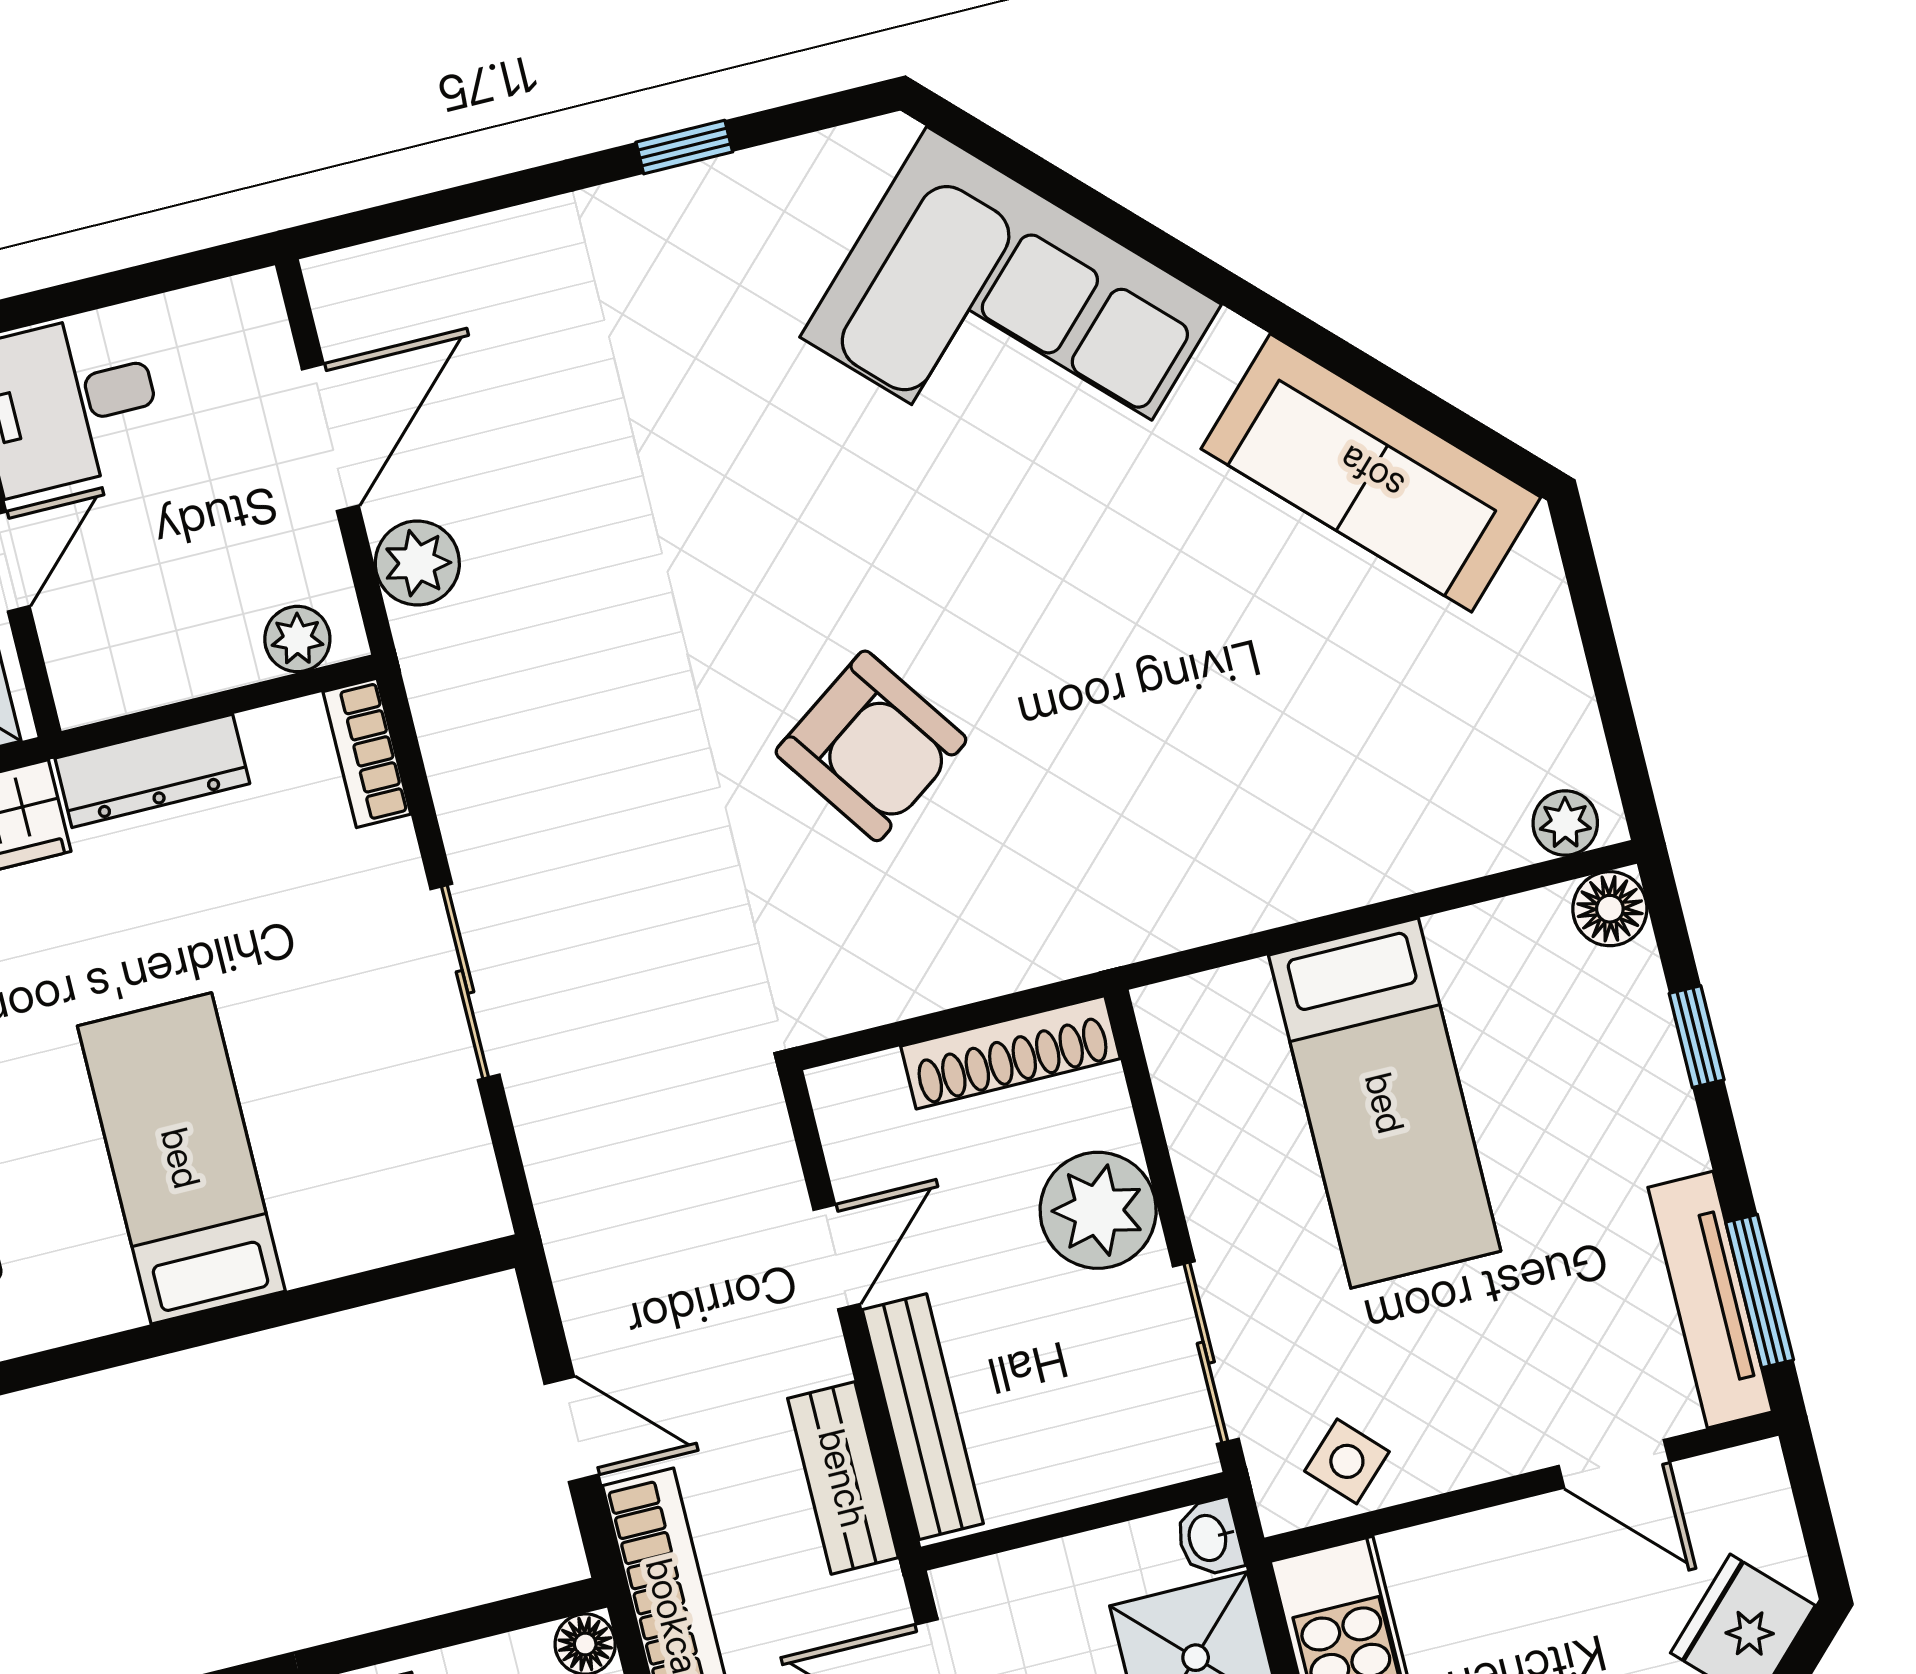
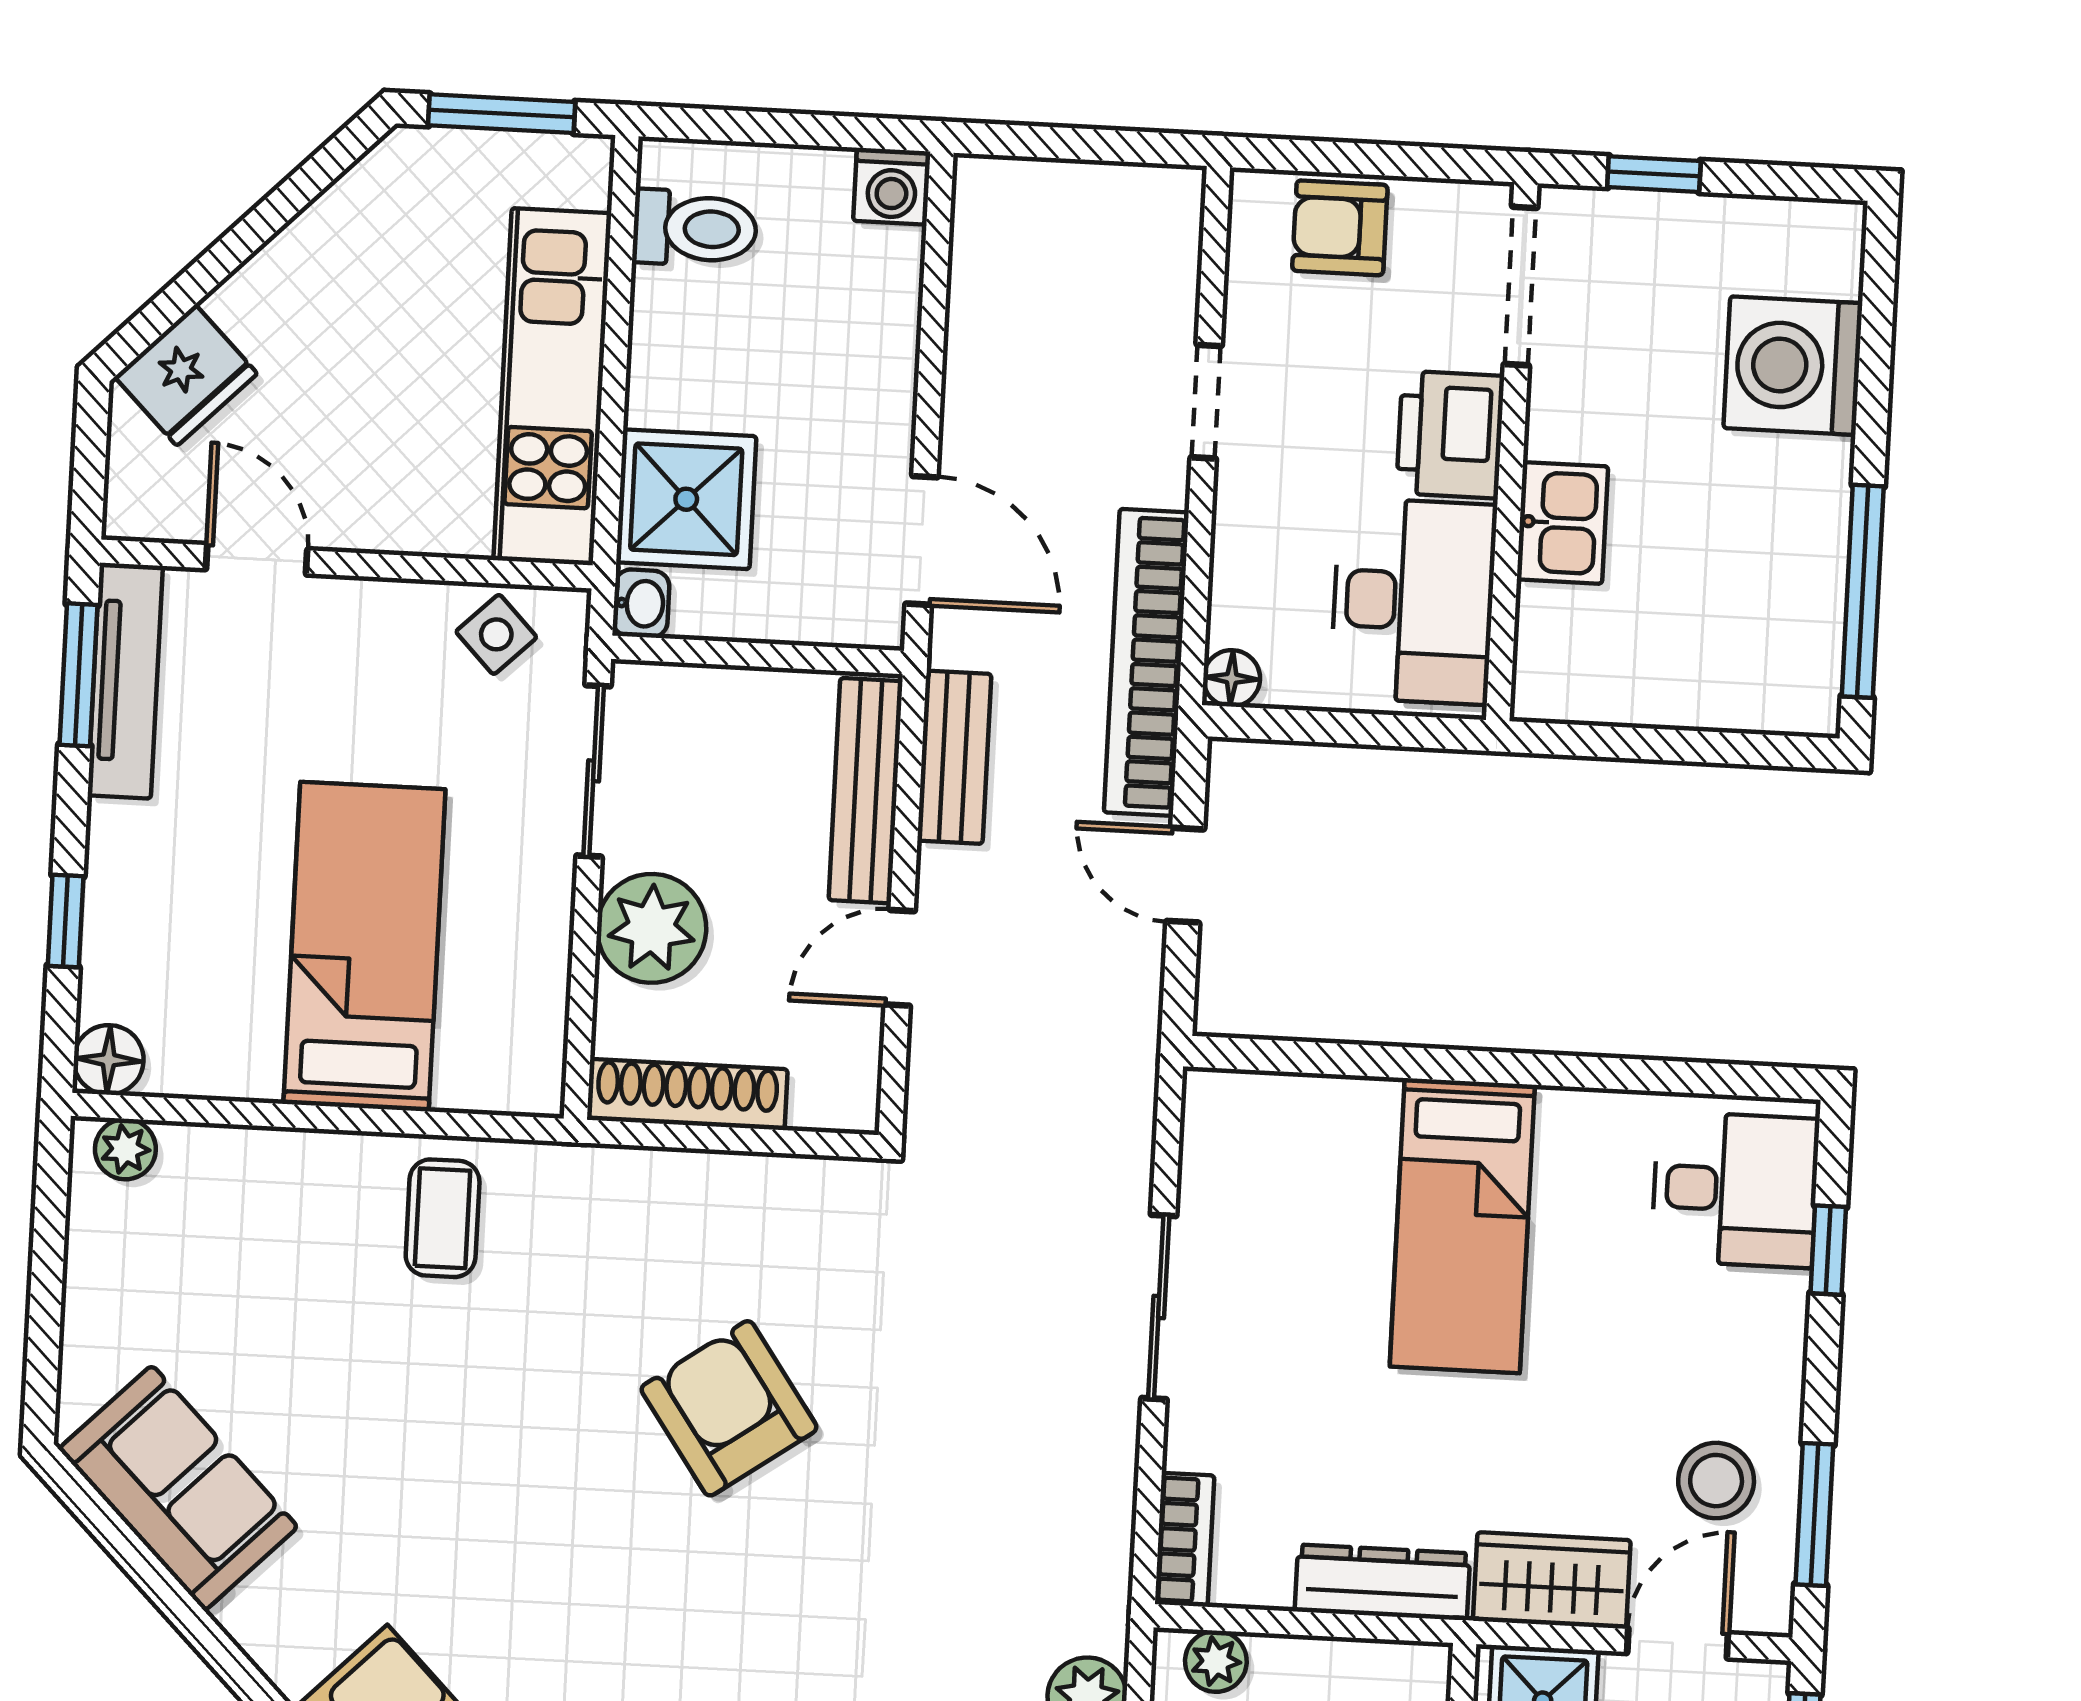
sofa: (1371, 473) -> (178, 1488), width x0.73
coffee table: (1221, 851) -> (443, 1218), added

